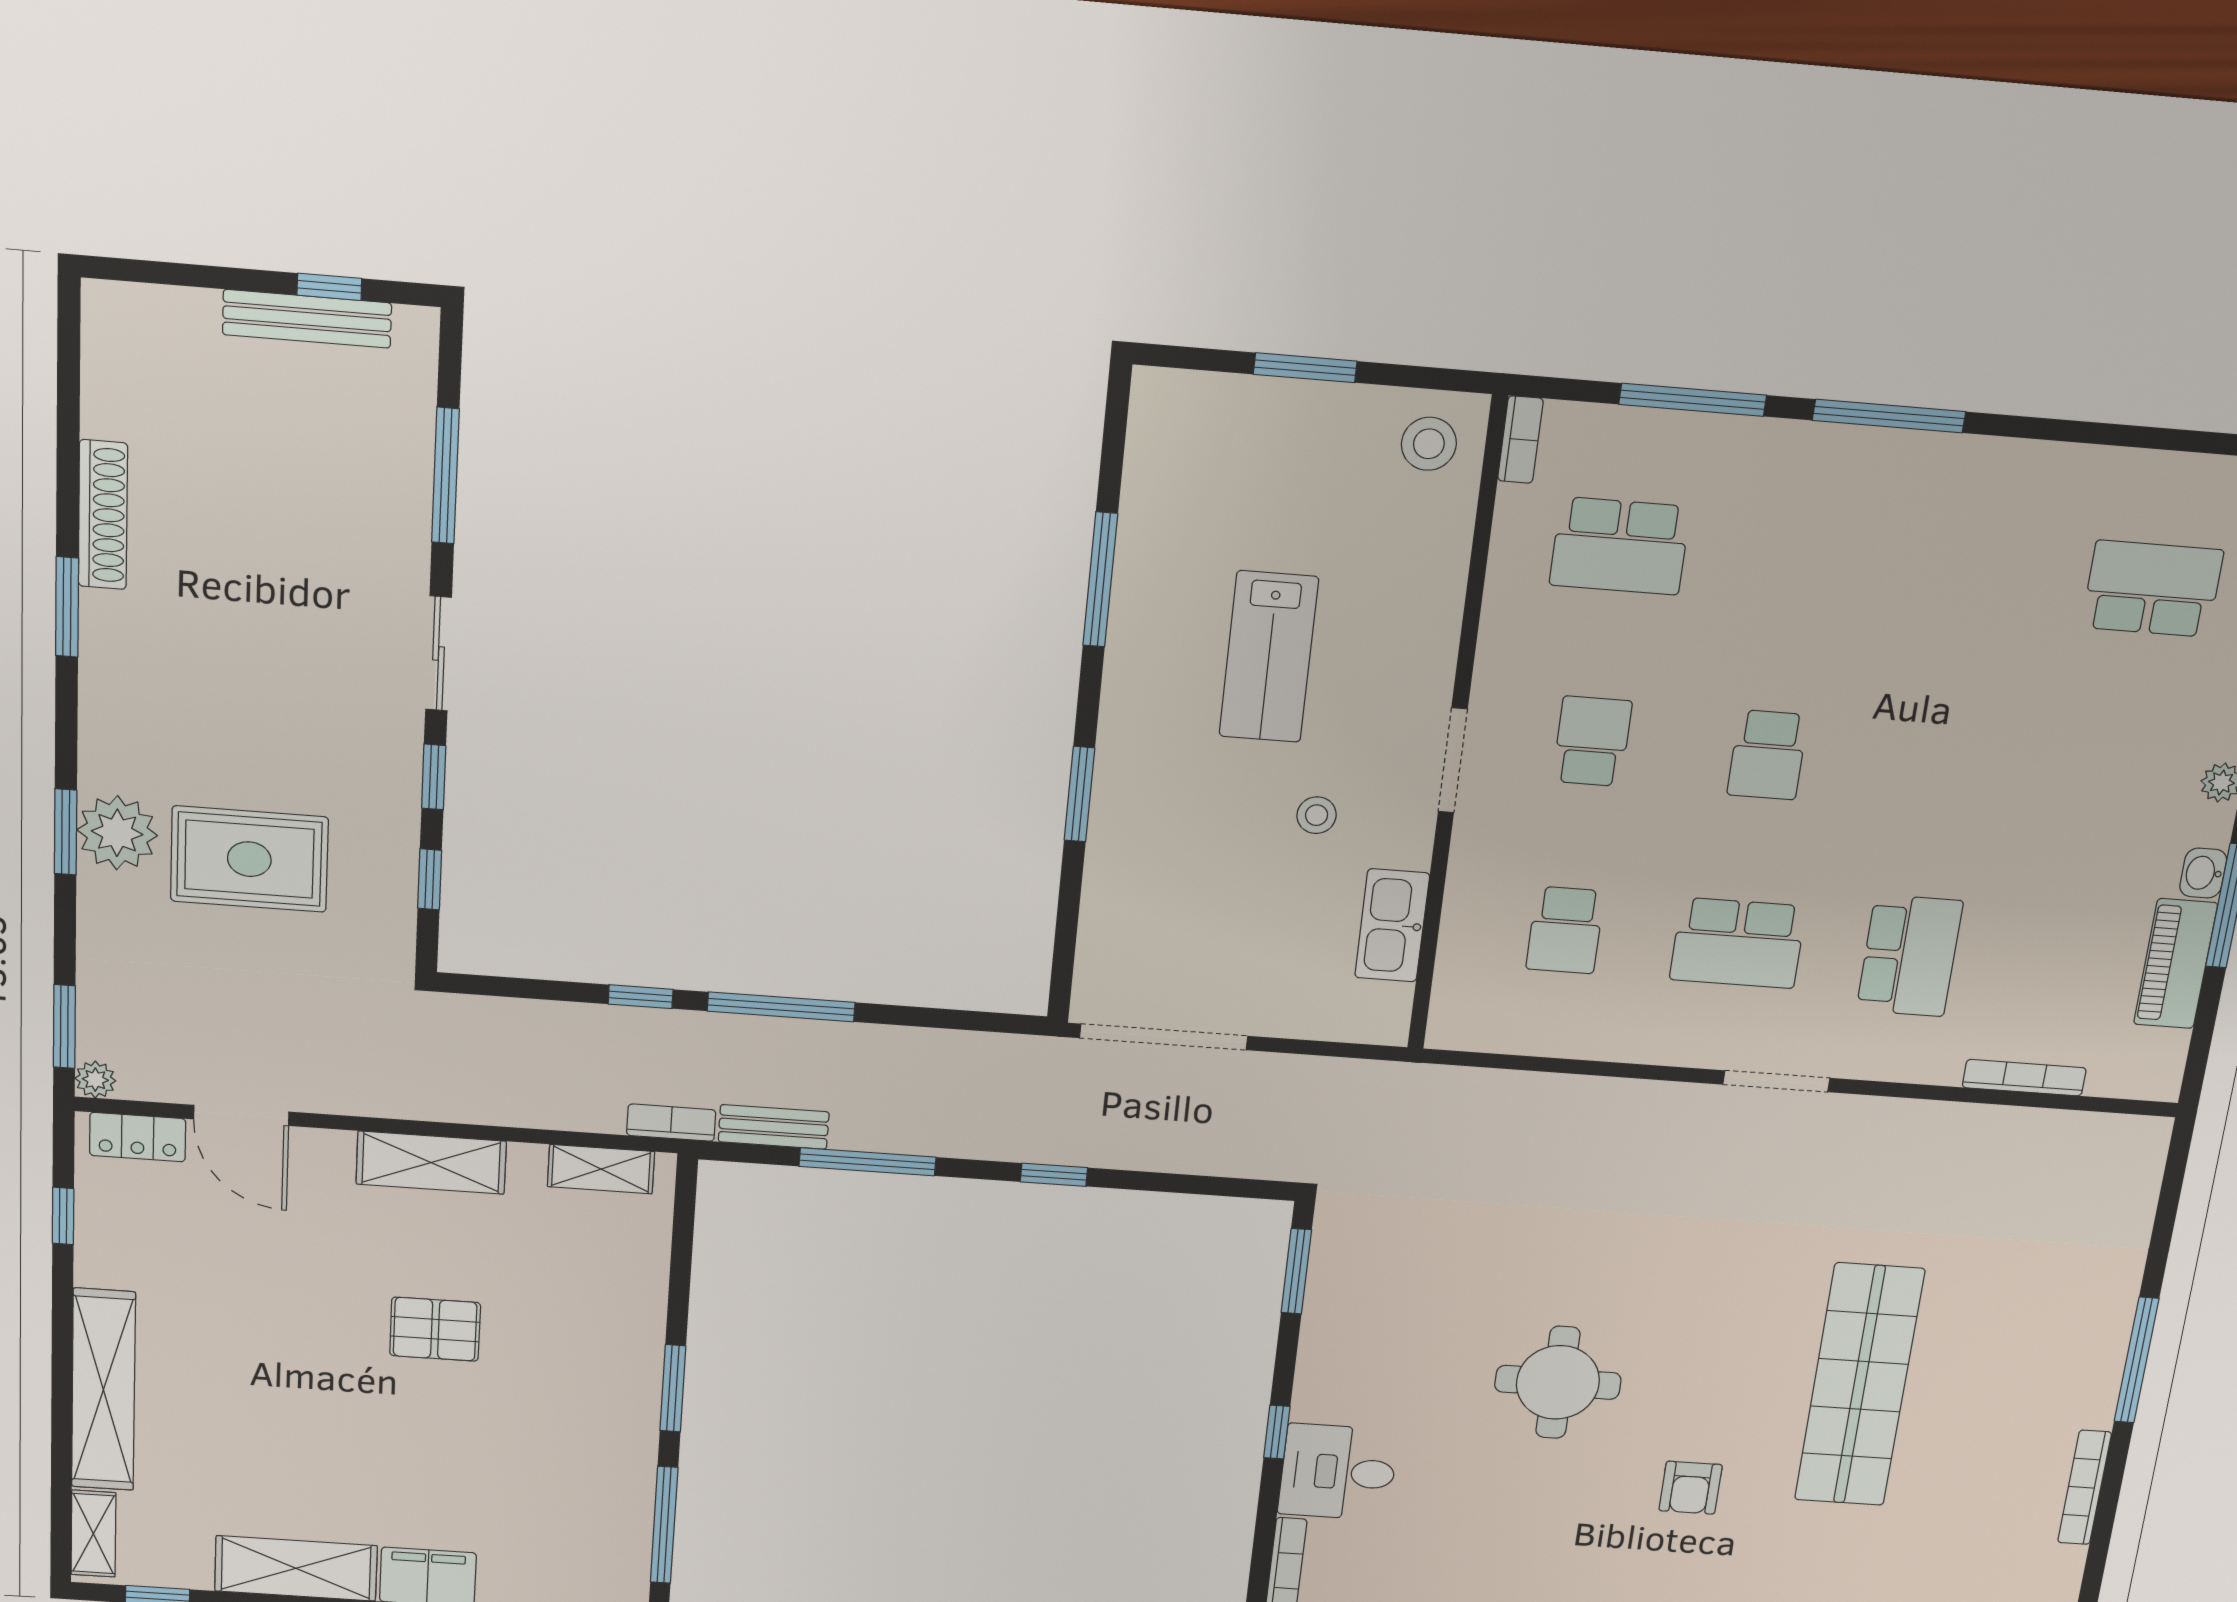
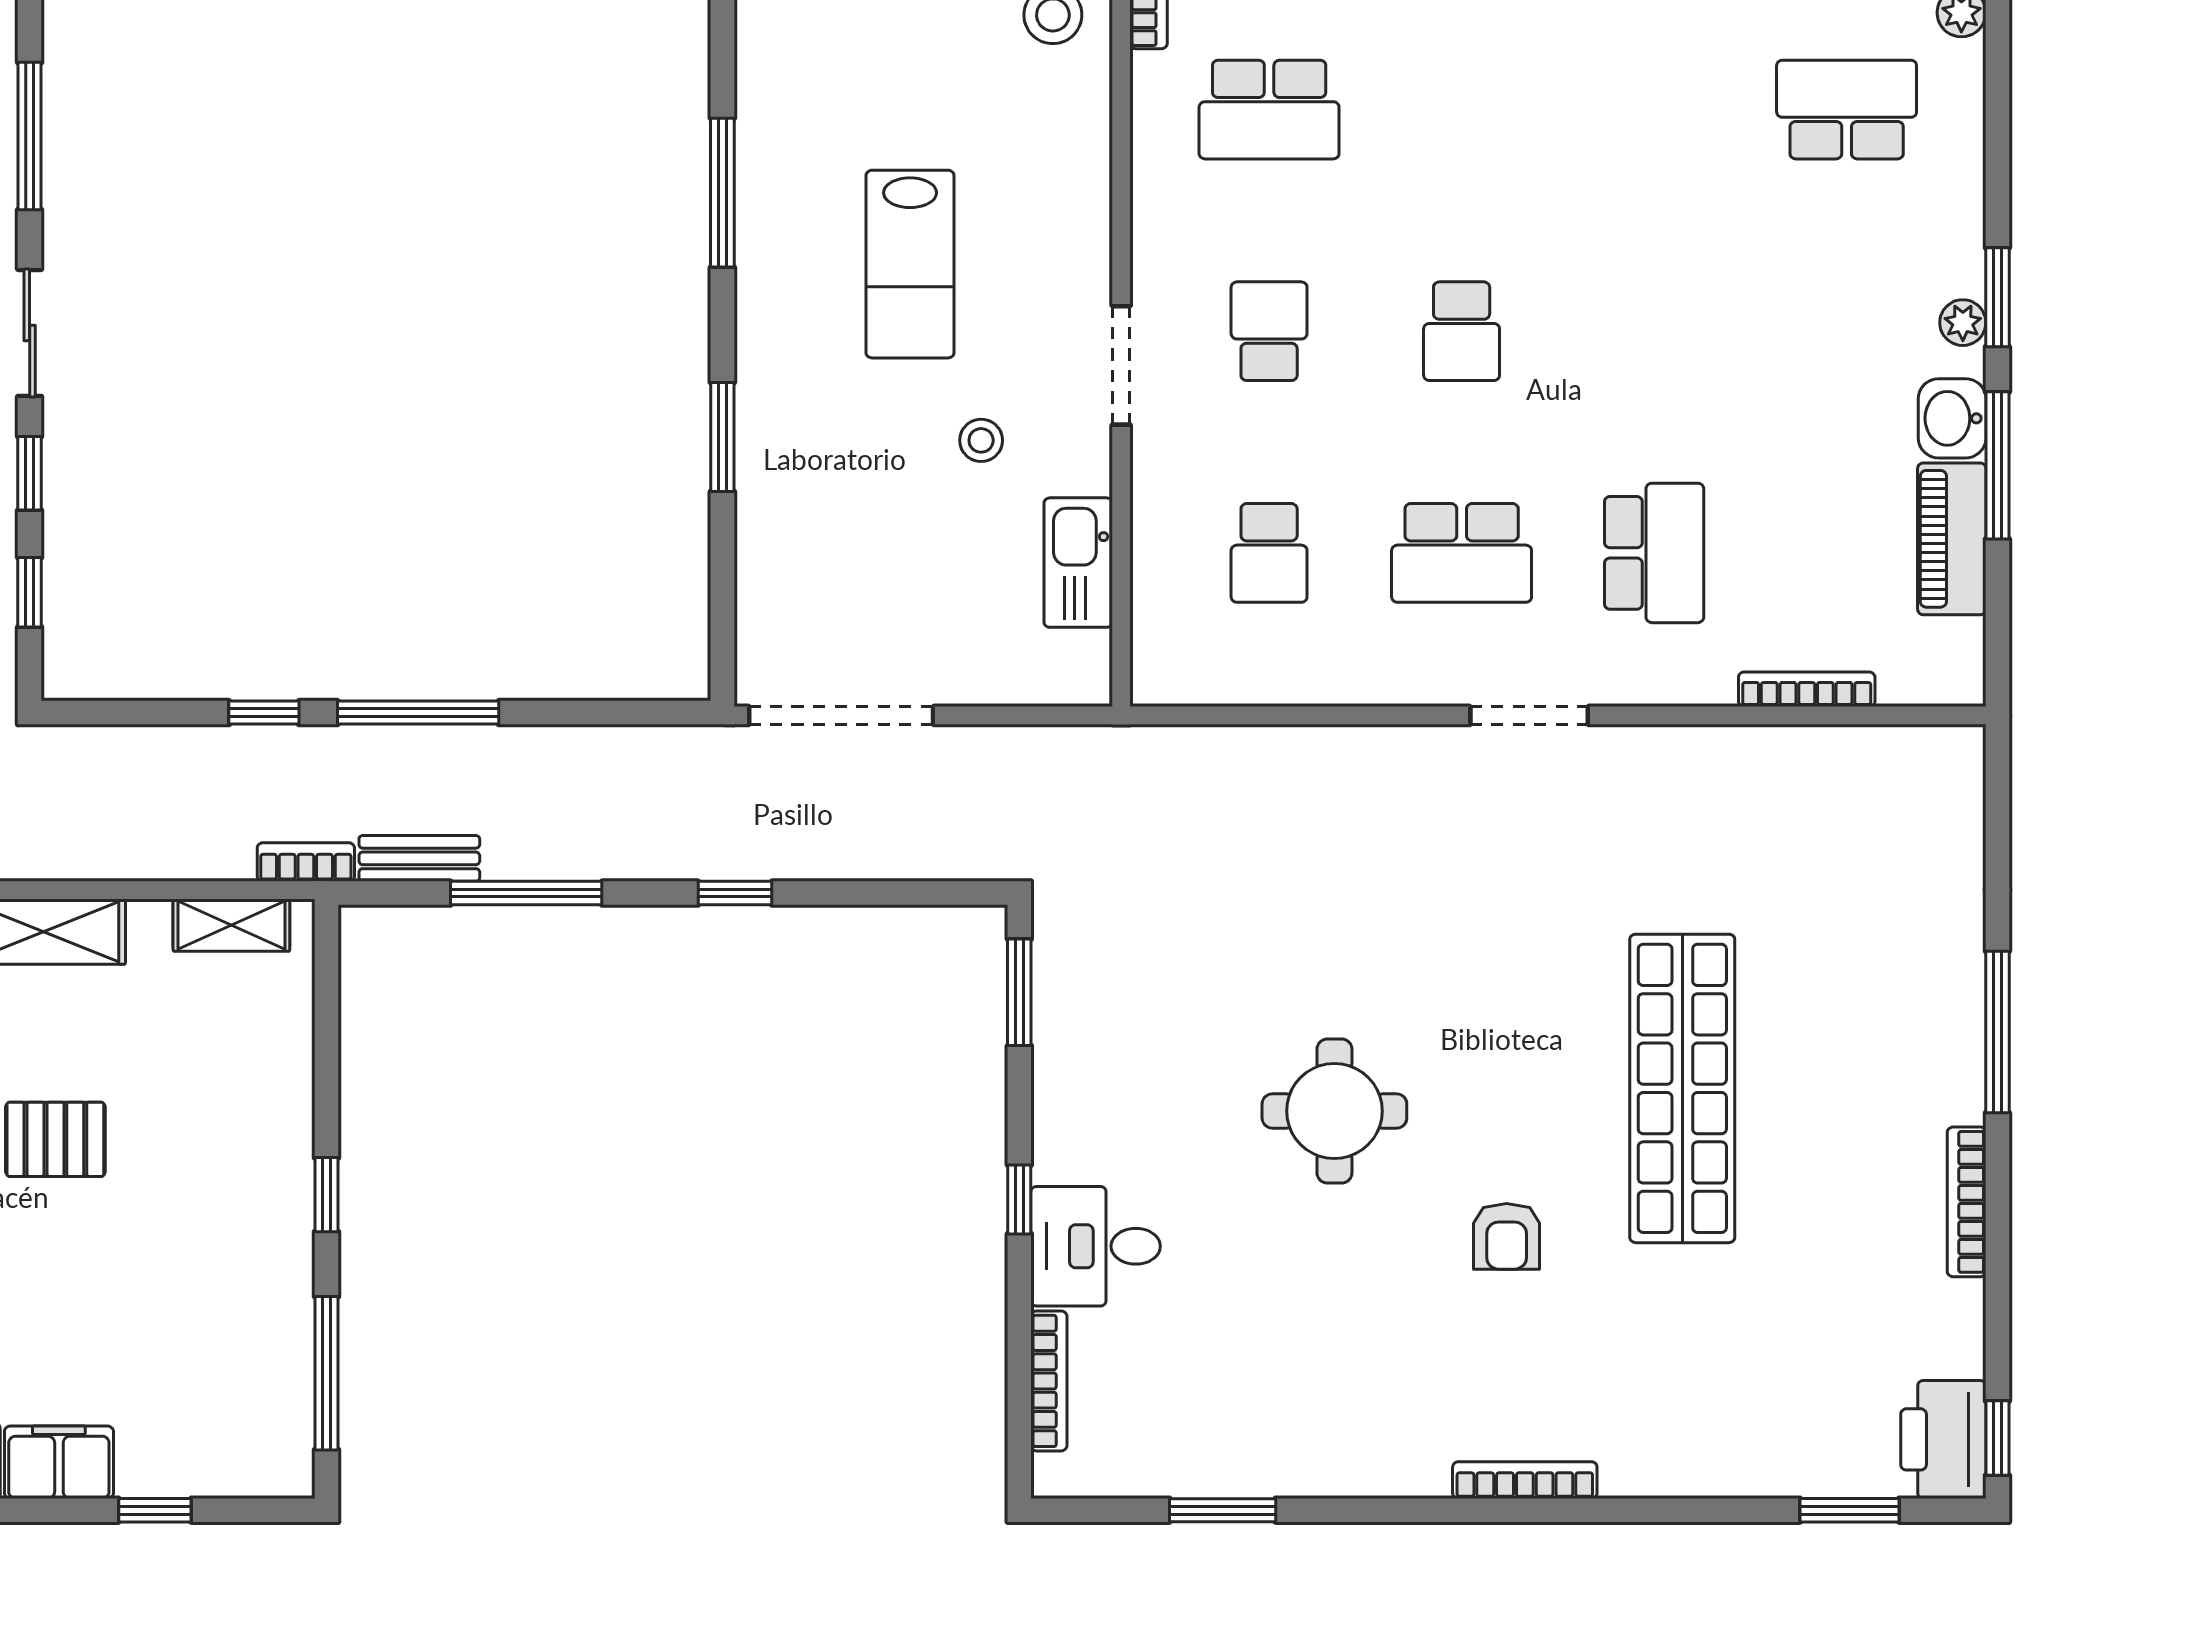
washbasin: (2203, 873) -> (1952, 418), width x1.38, depth x1.45
window: (673, 1388) -> (326, 1195), width x0.67

